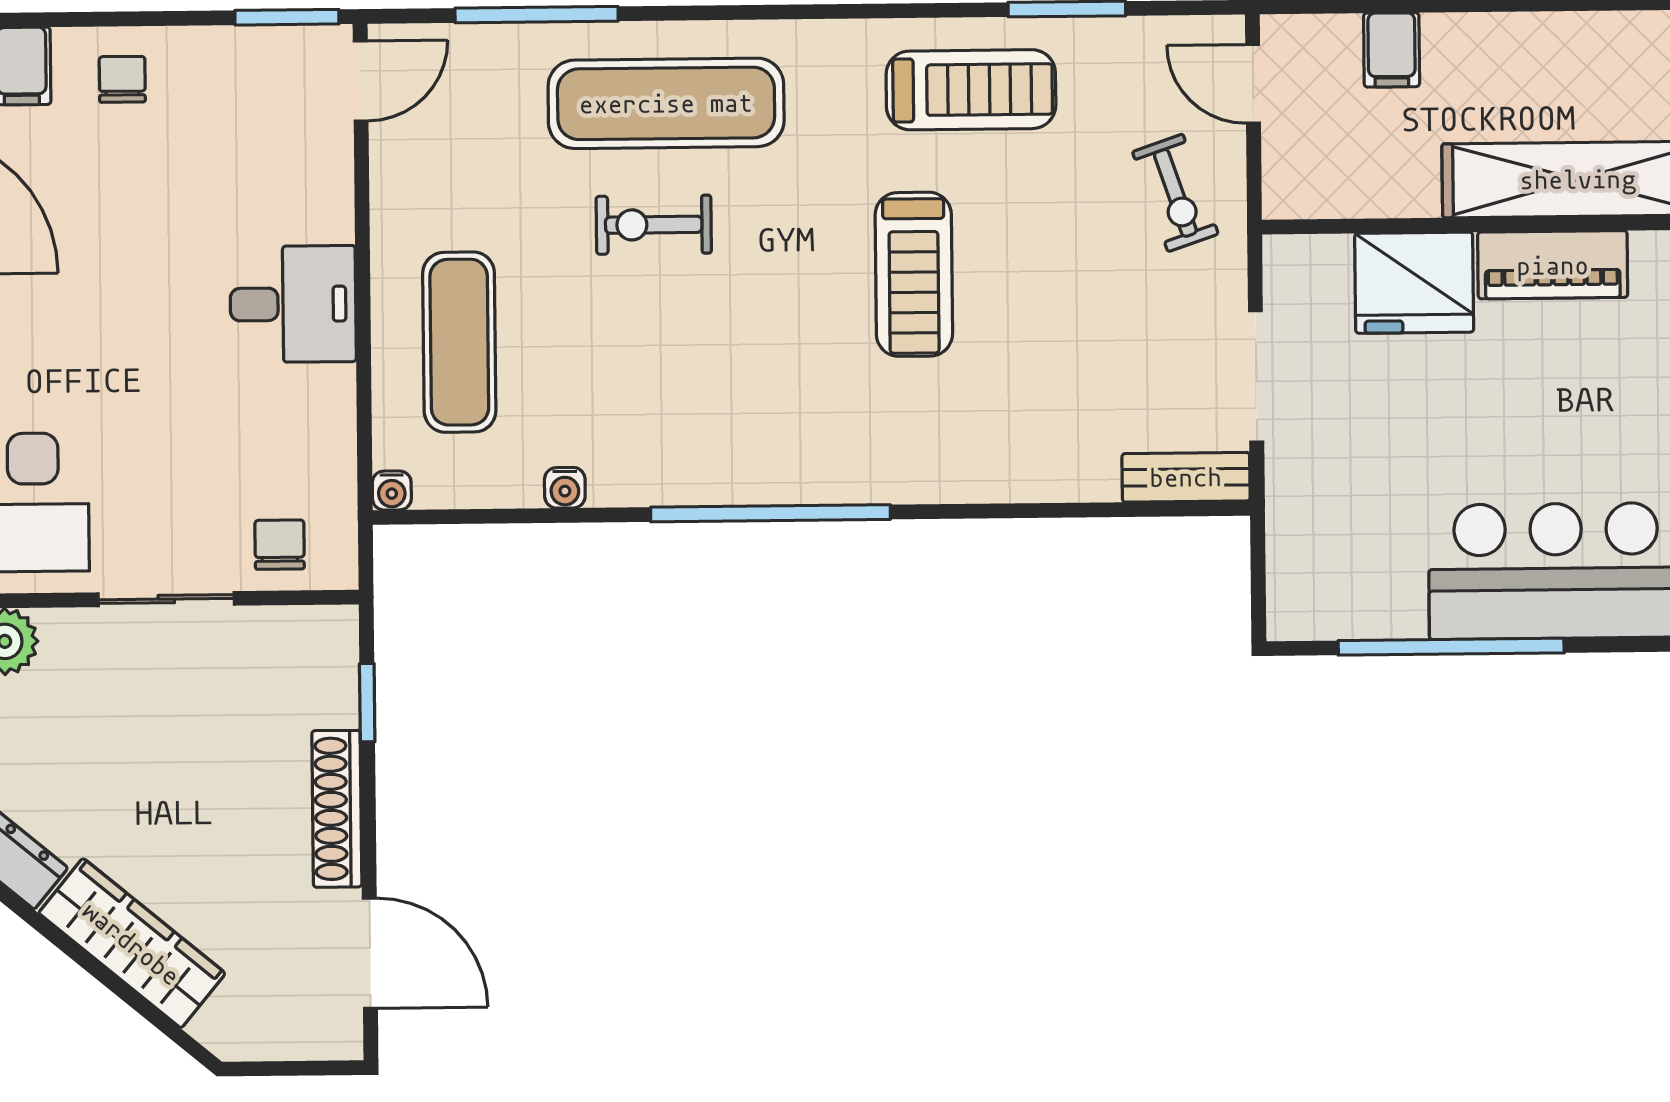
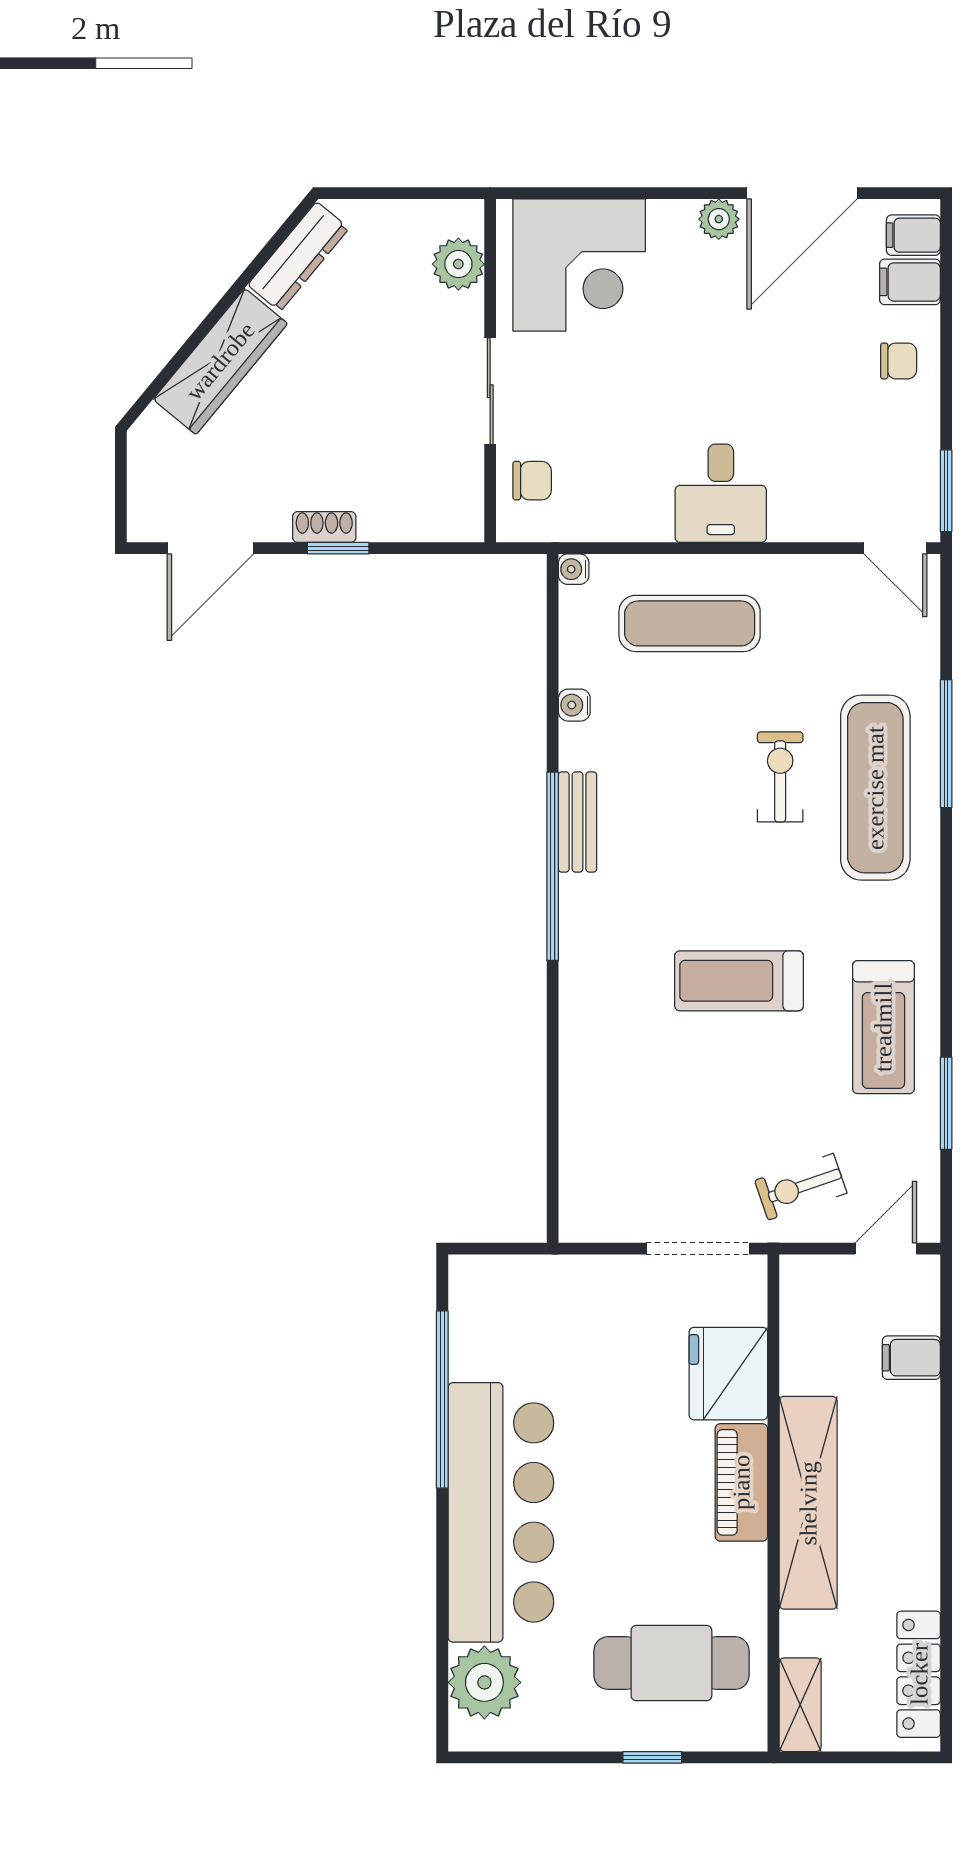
window: (537, 15) -> (946, 744), moved
doorway: (1256, 376) -> (698, 1249), moved
bench: (1186, 477) -> (577, 822), moved
window: (367, 703) -> (338, 548), moved
shoe rack: (337, 809) -> (324, 527), width x0.51, depth x0.81

